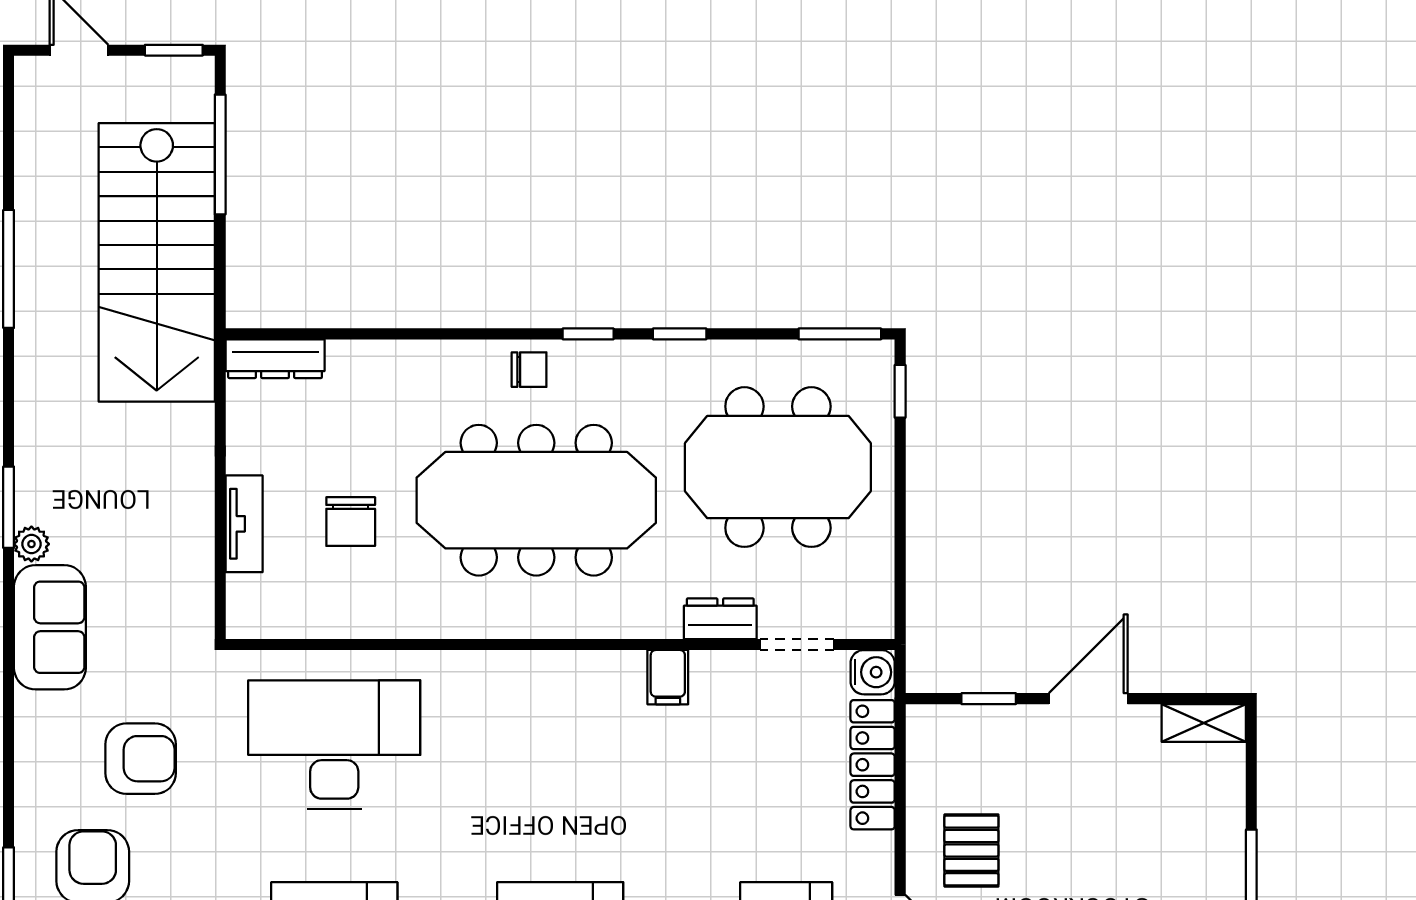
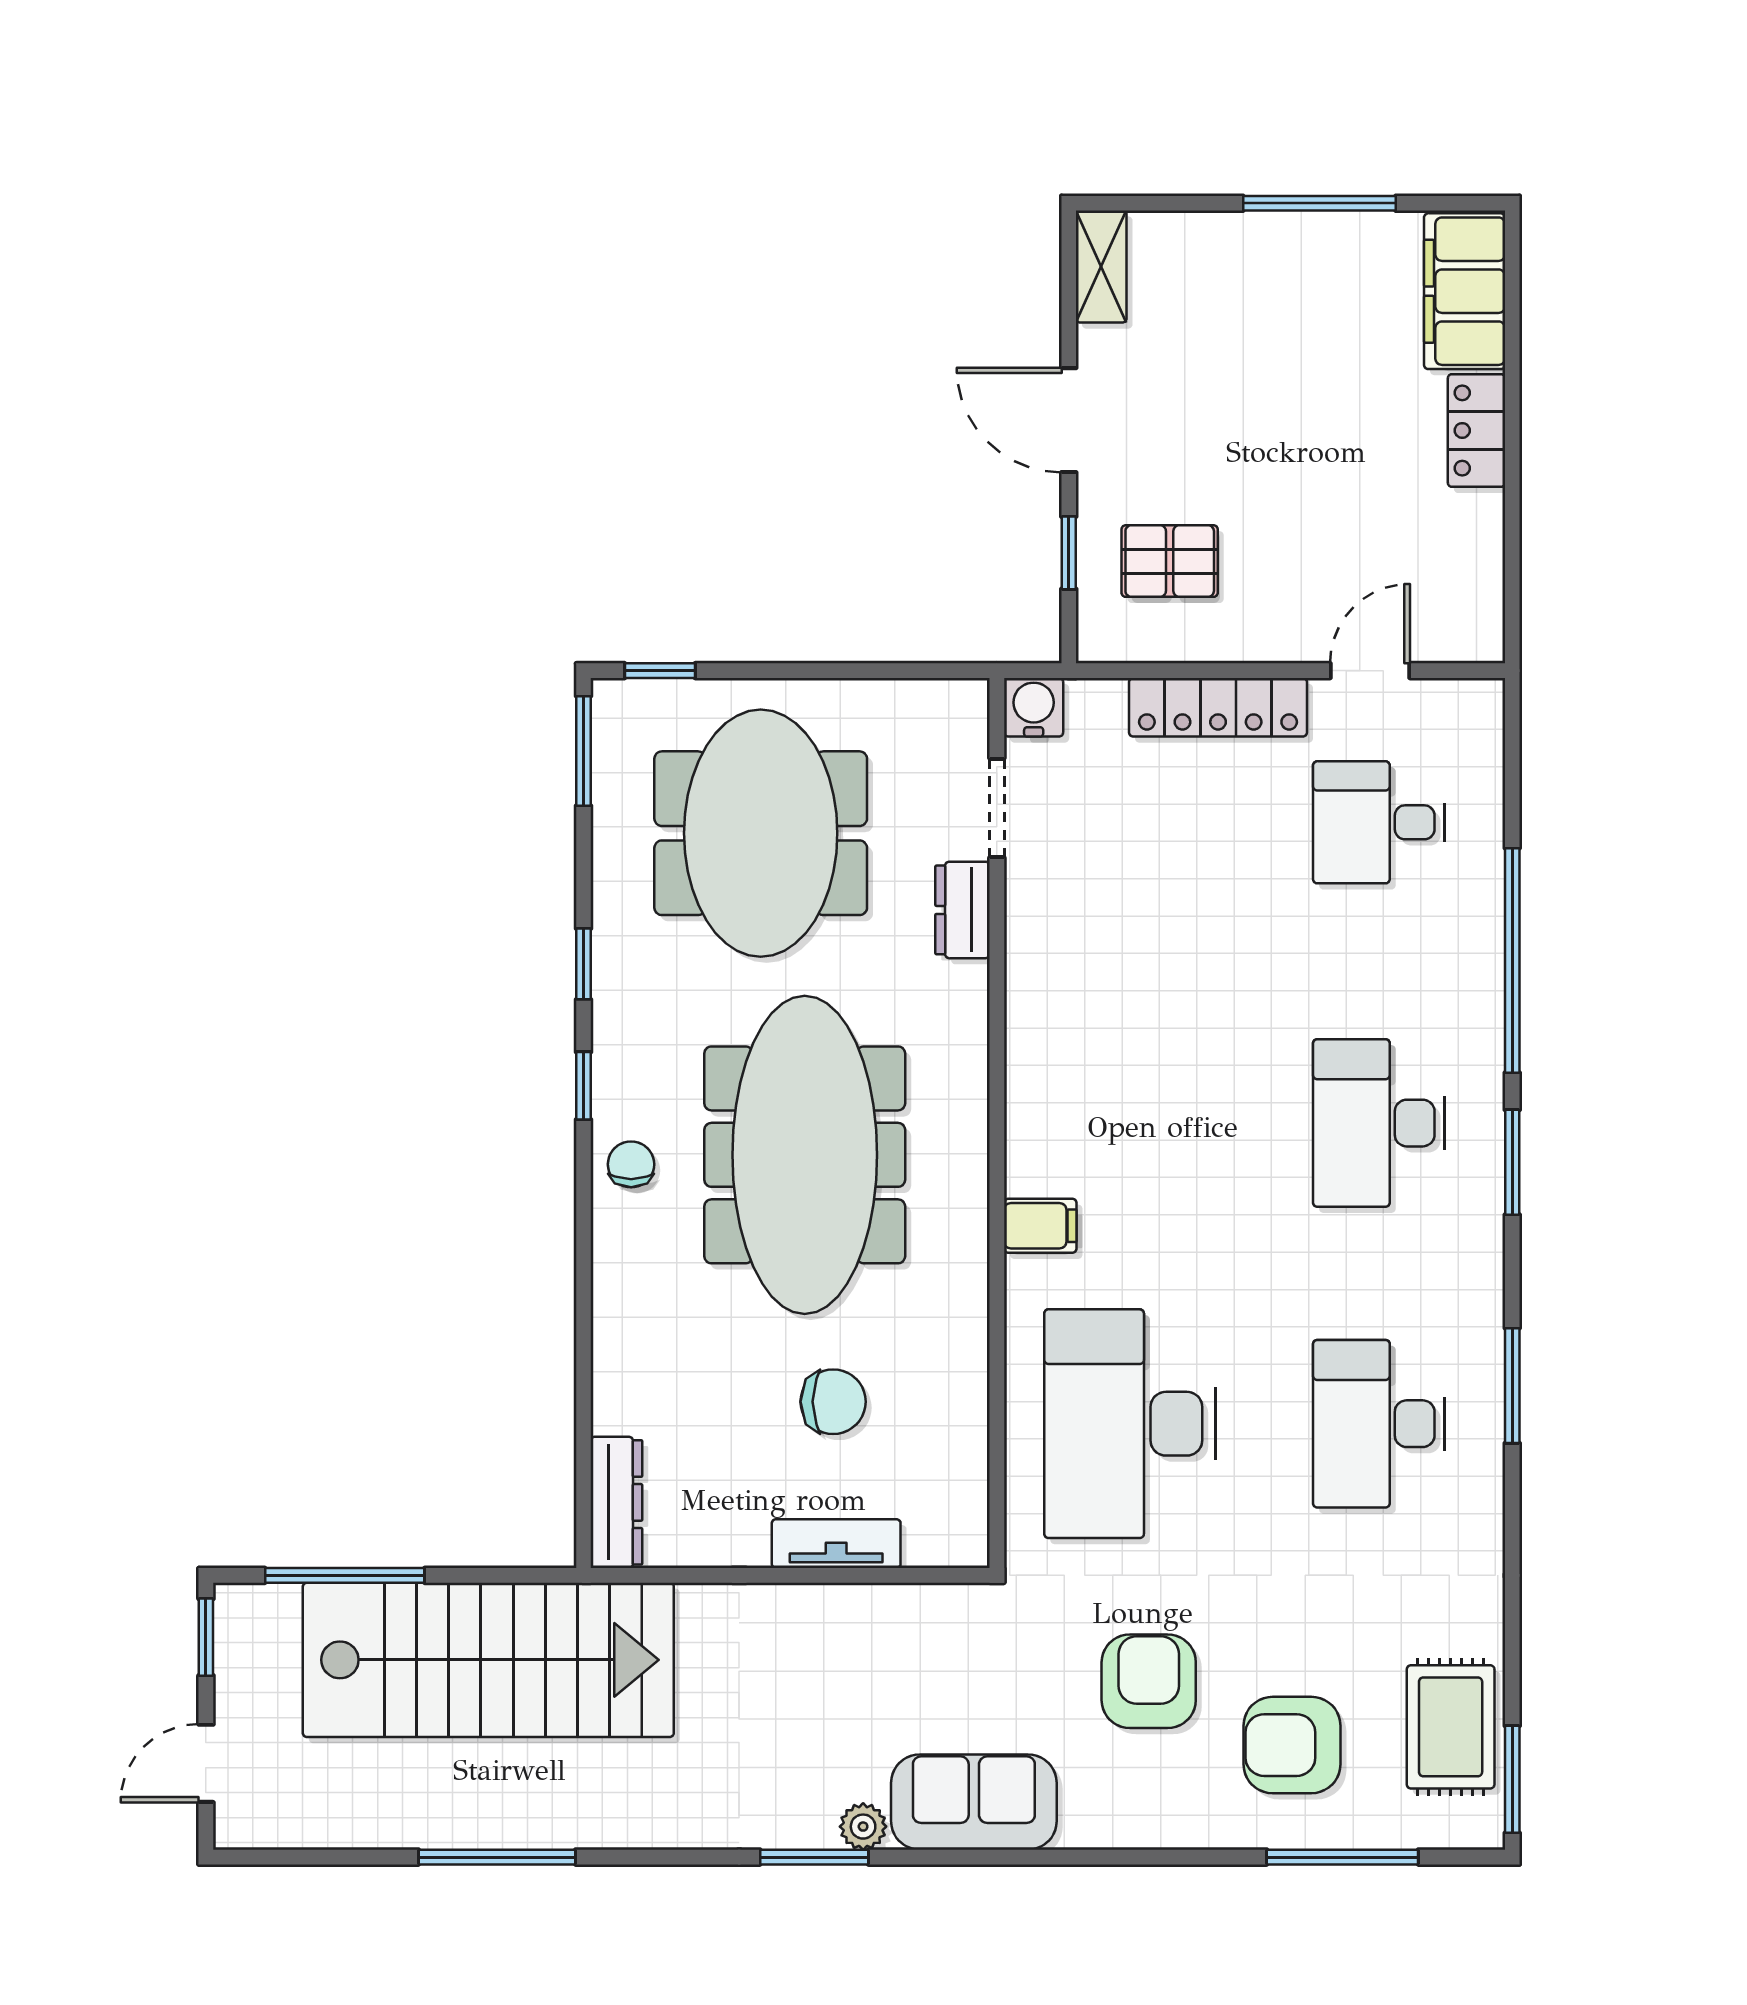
filing cabinet: (668, 677) -> (1040, 1226), moved
locker: (873, 765) -> (1218, 707), moved
pallet: (971, 850) -> (1170, 561), moved

